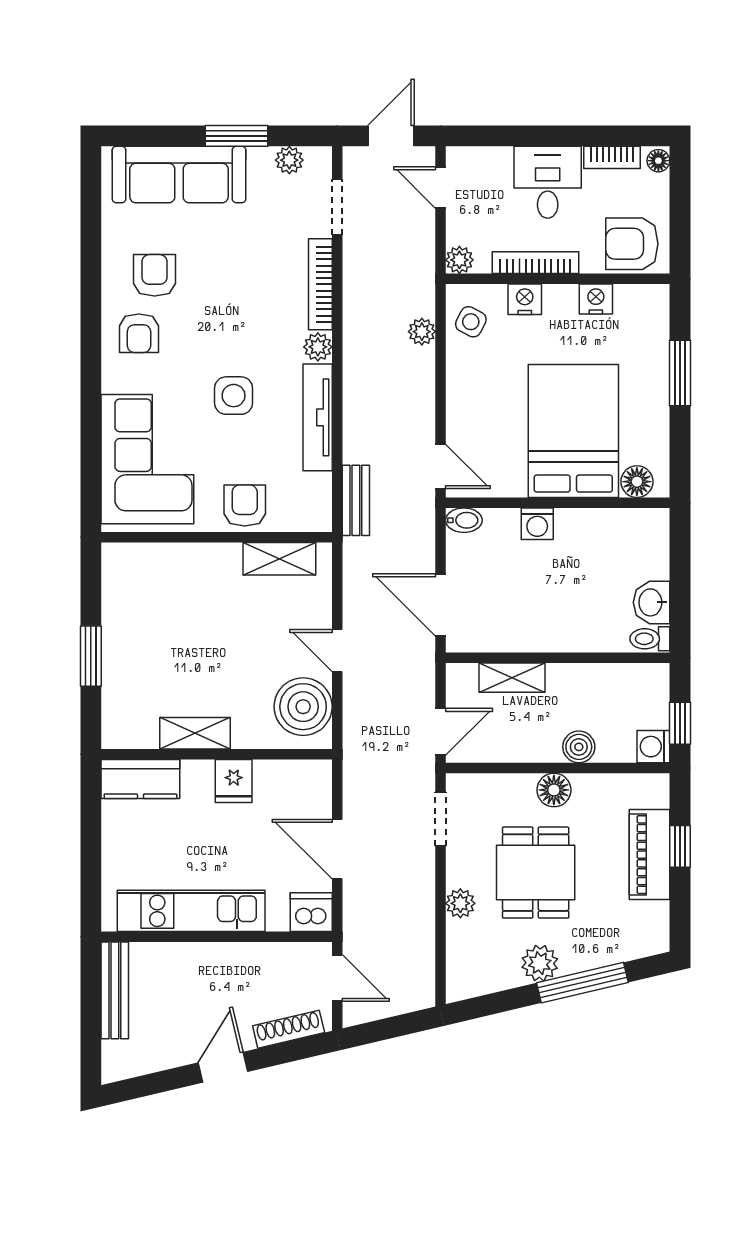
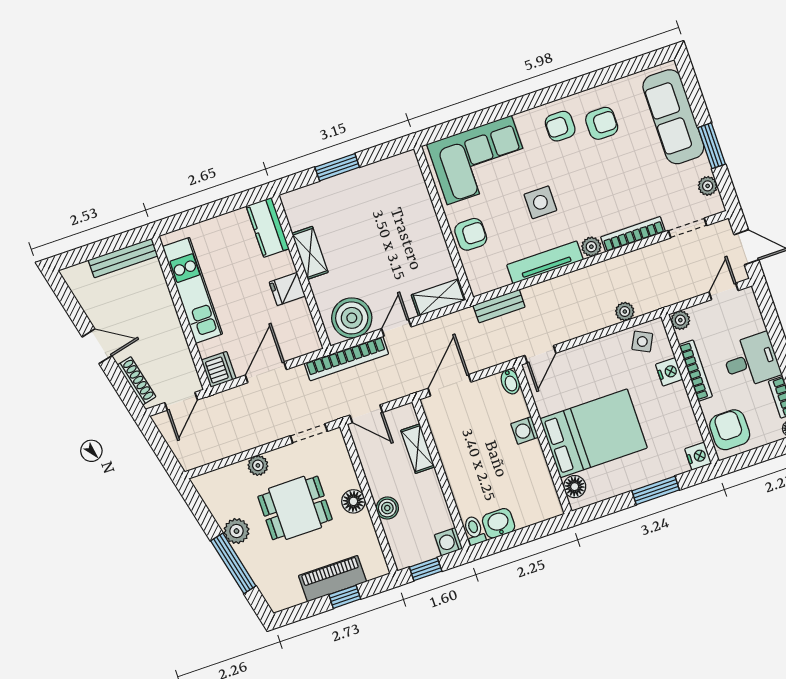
nightstand: (596, 299) -> (698, 456), moved
shelving: (279, 559) -> (439, 297), moved, turned 90
bookcase: (356, 733) -> (346, 359), added
washing machine: (653, 747) -> (449, 542), moved, turned -90

